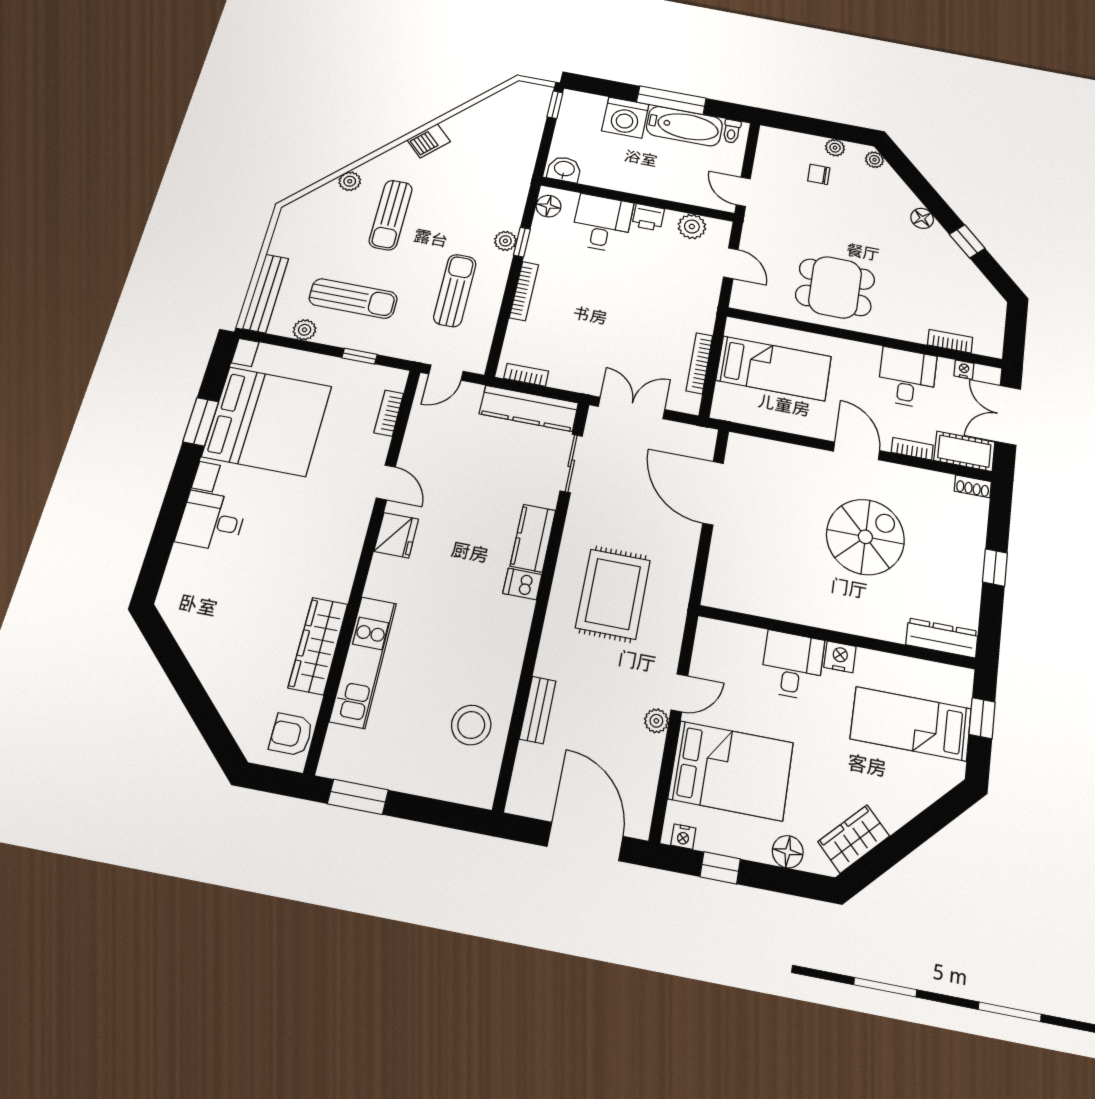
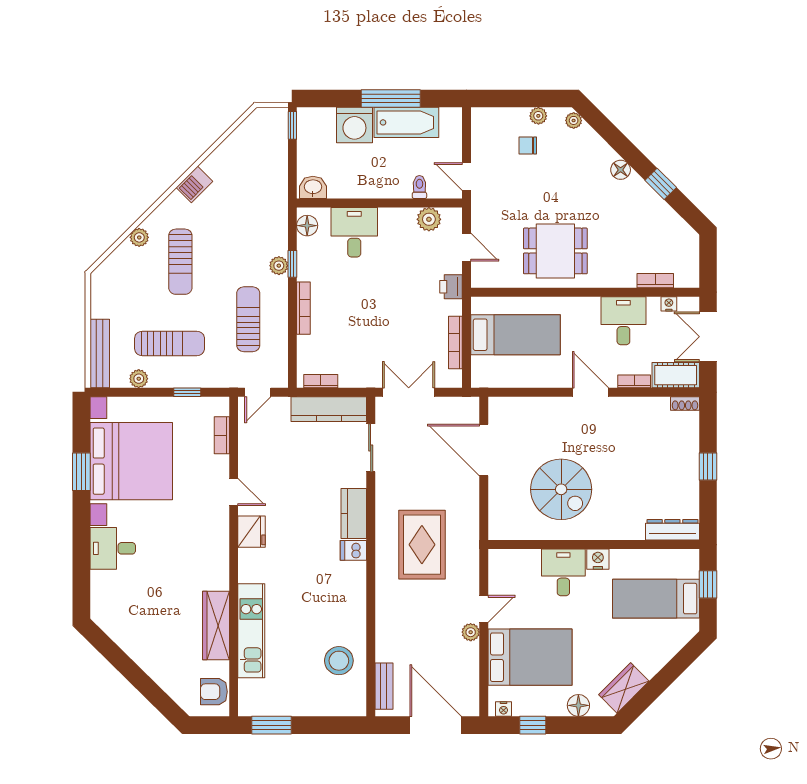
toilet: (732, 131) -> (419, 187), moved, turned 180
printer: (648, 217) -> (451, 287), moved, turned 90
spiral stairs: (865, 537) -> (561, 489), moved, turned 90
bench: (538, 710) -> (384, 686), moved

